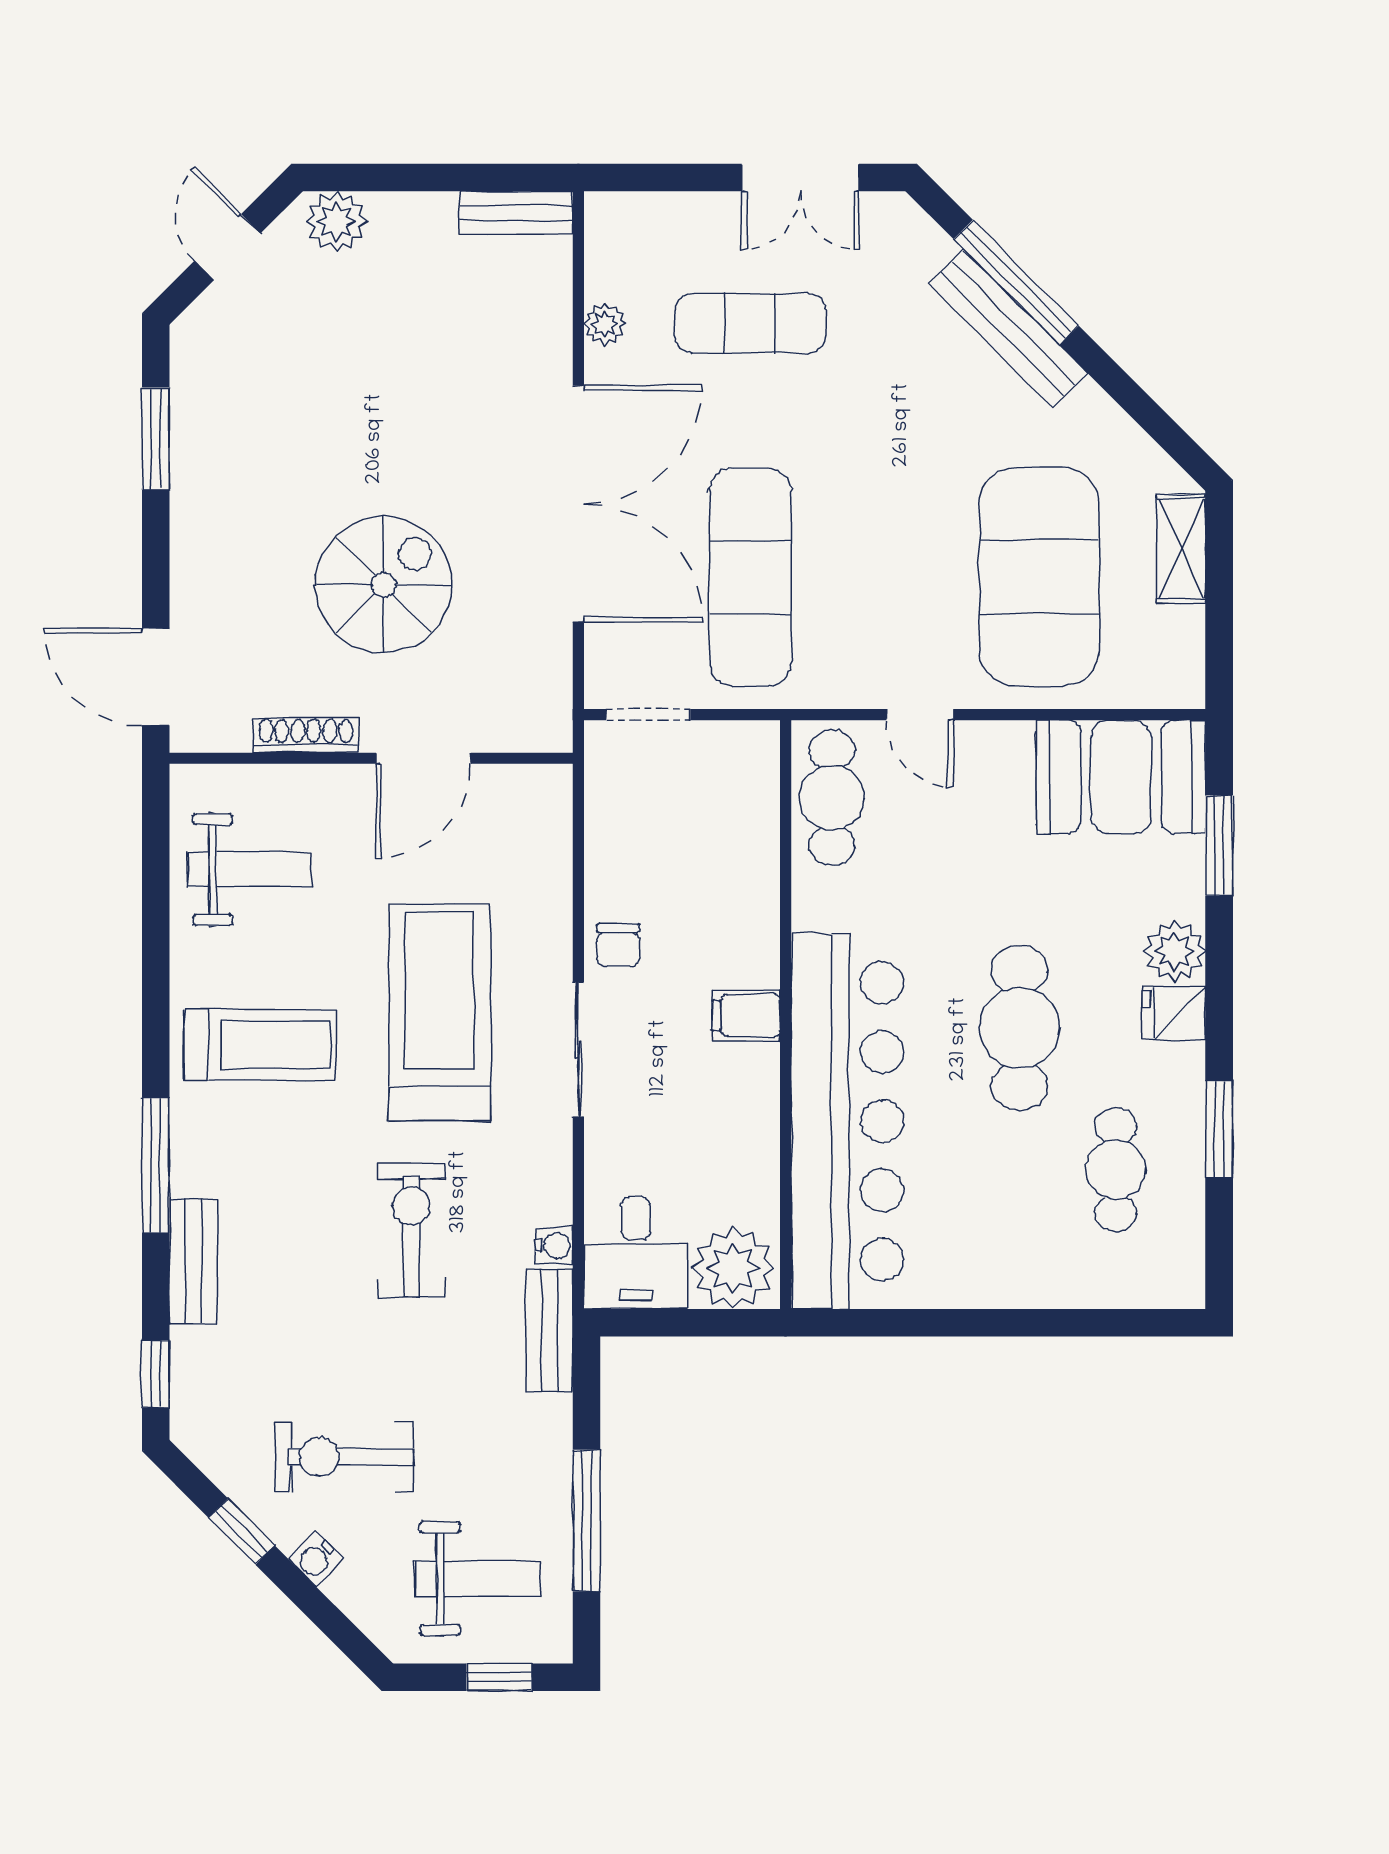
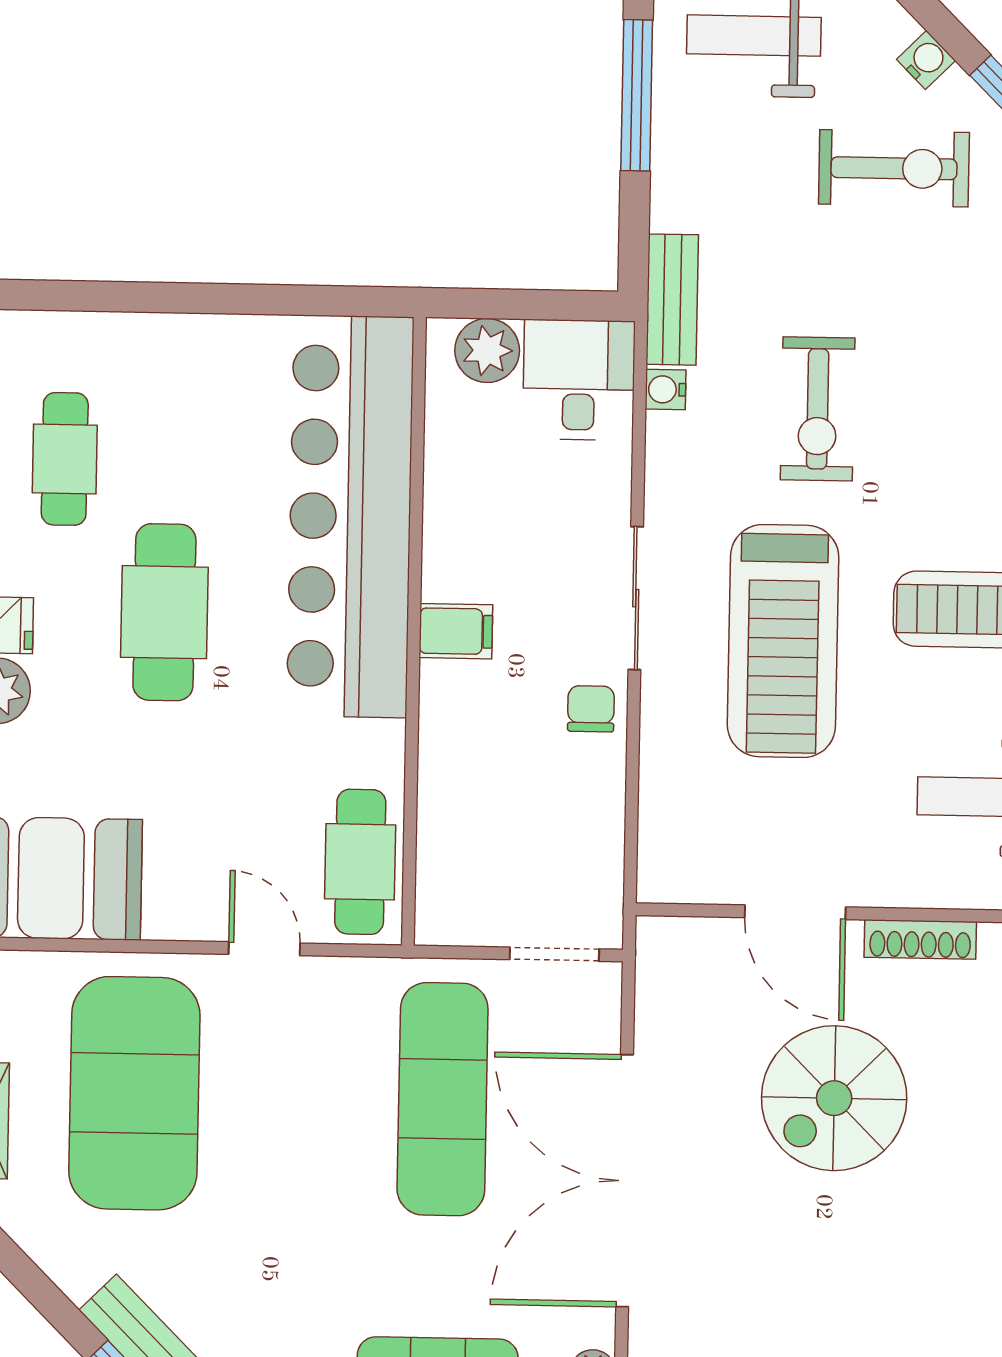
door: (423, 758) -> (795, 912), swing flipped
plant: (733, 1268) -> (487, 351), width x0.73, depth x0.73

